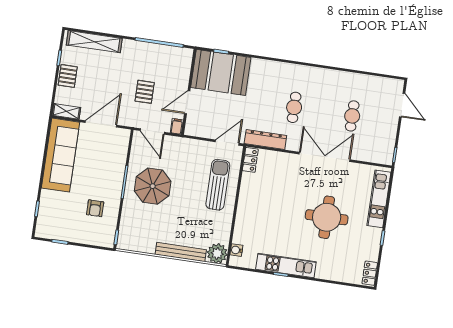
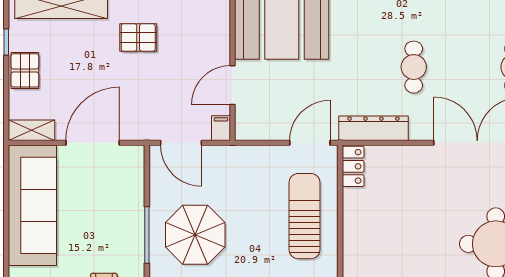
pallet: (145, 92) -> (138, 37), moved, turned 90

